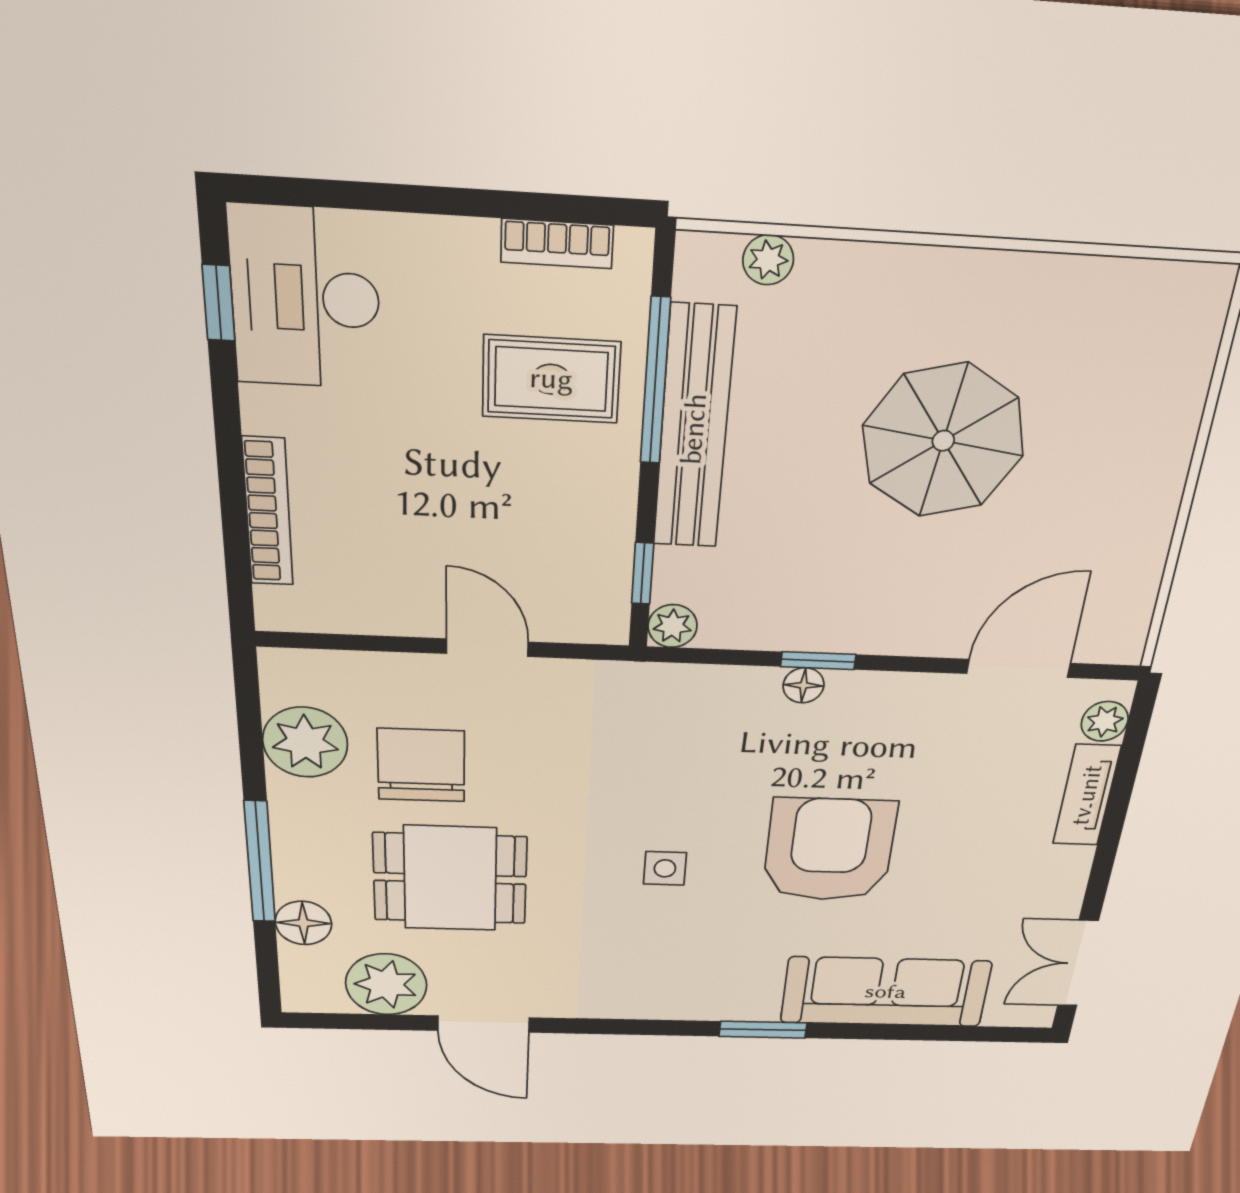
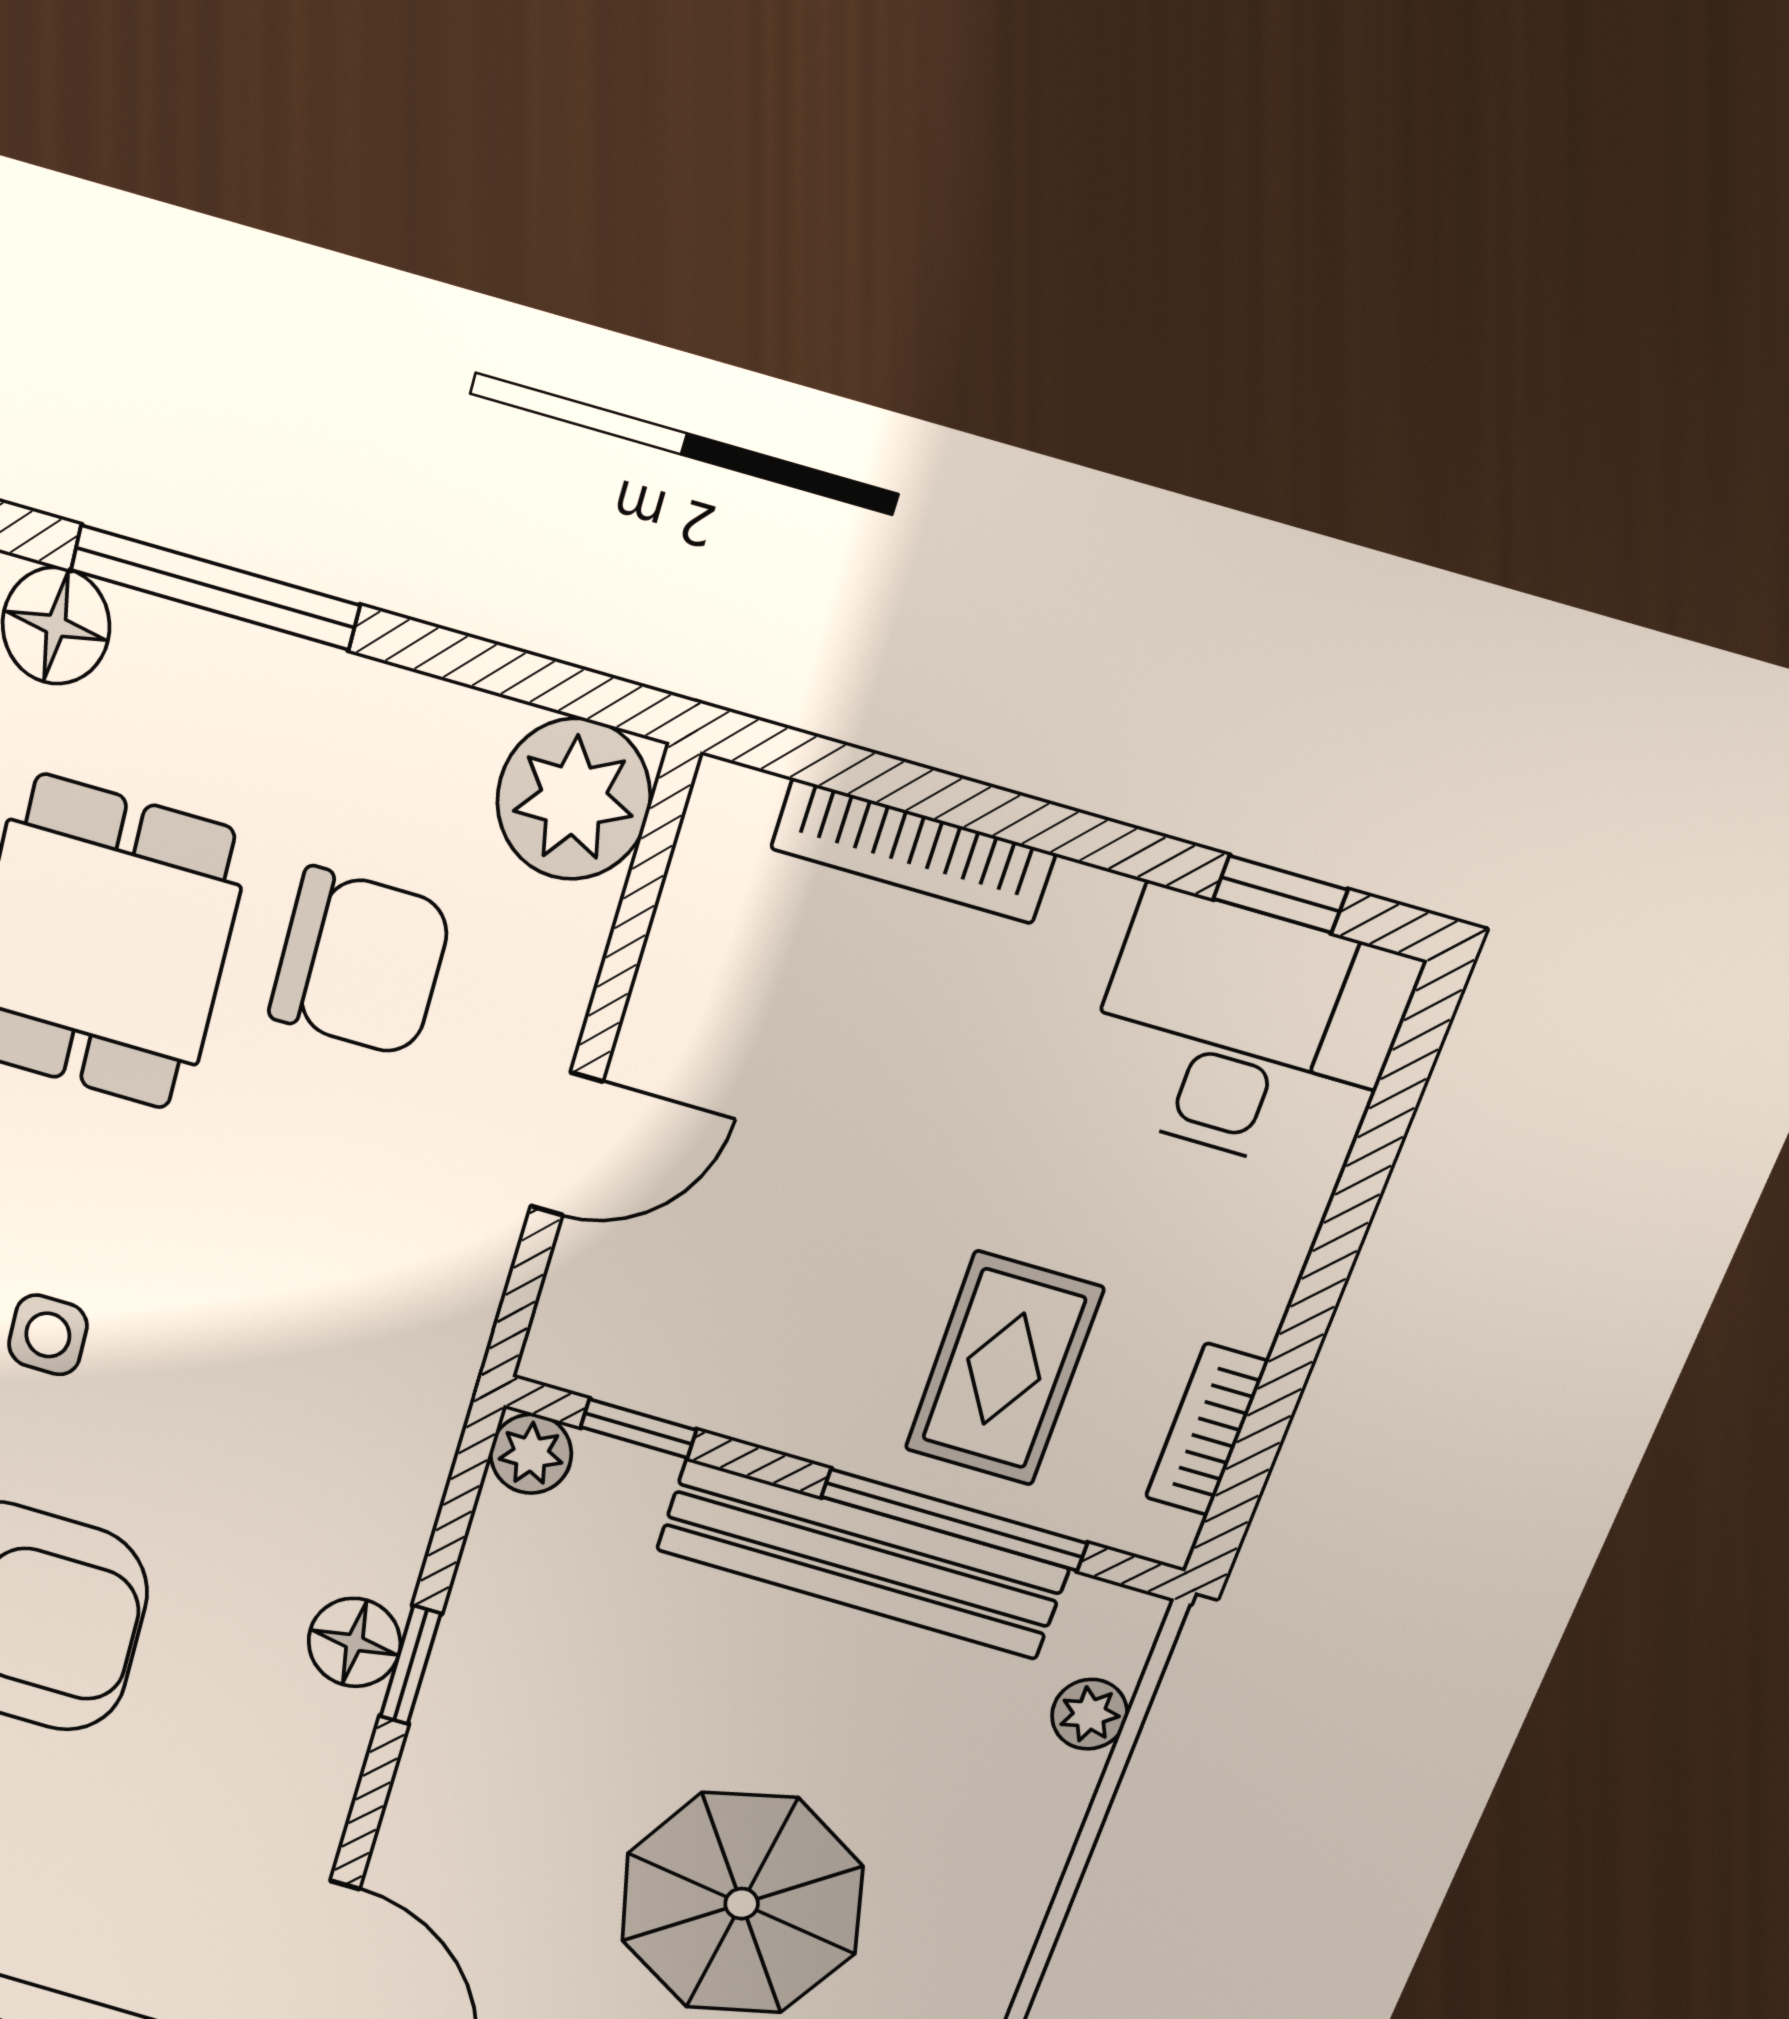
floor lamp: (804, 685) -> (354, 1643), width x1.37, depth x1.37
plant: (305, 742) -> (574, 799), moved

